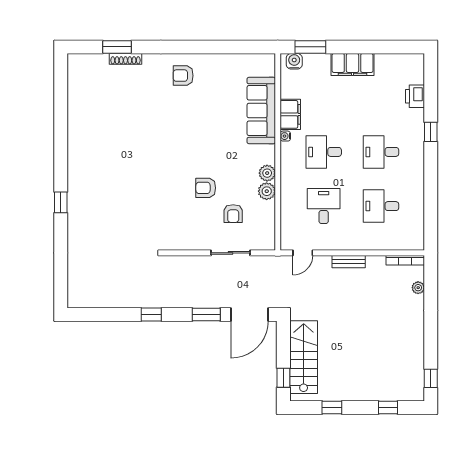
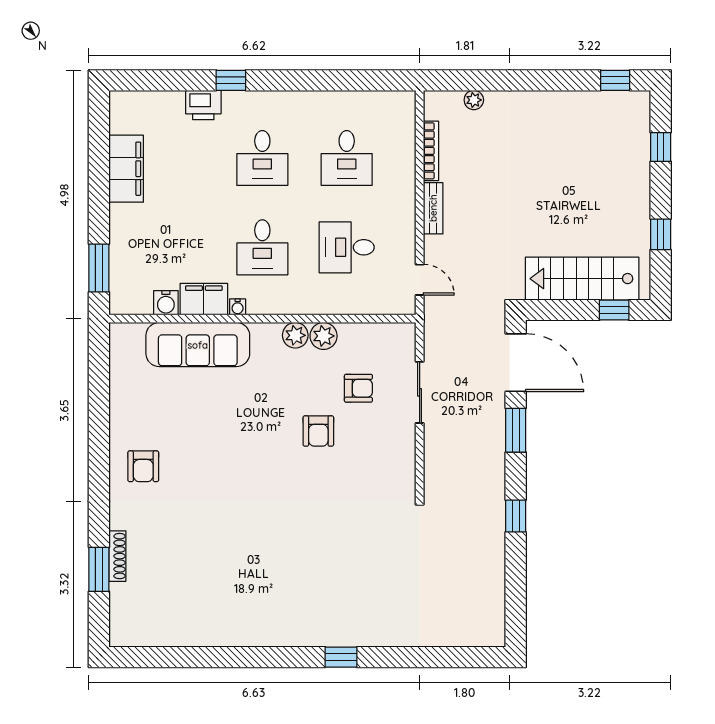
water cooler: (294, 61) -> (166, 303), moved, turned -90
filing cabinet: (353, 65) -> (126, 169), moved
printer: (415, 96) -> (203, 105), moved
bookcase: (405, 260) -> (431, 151), moved

